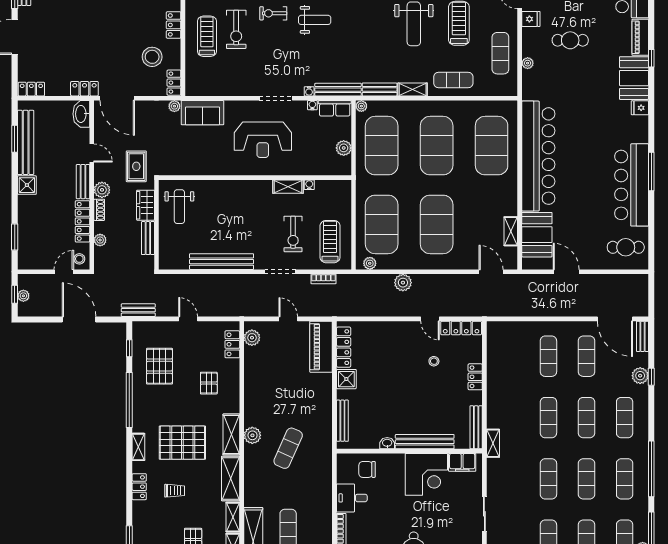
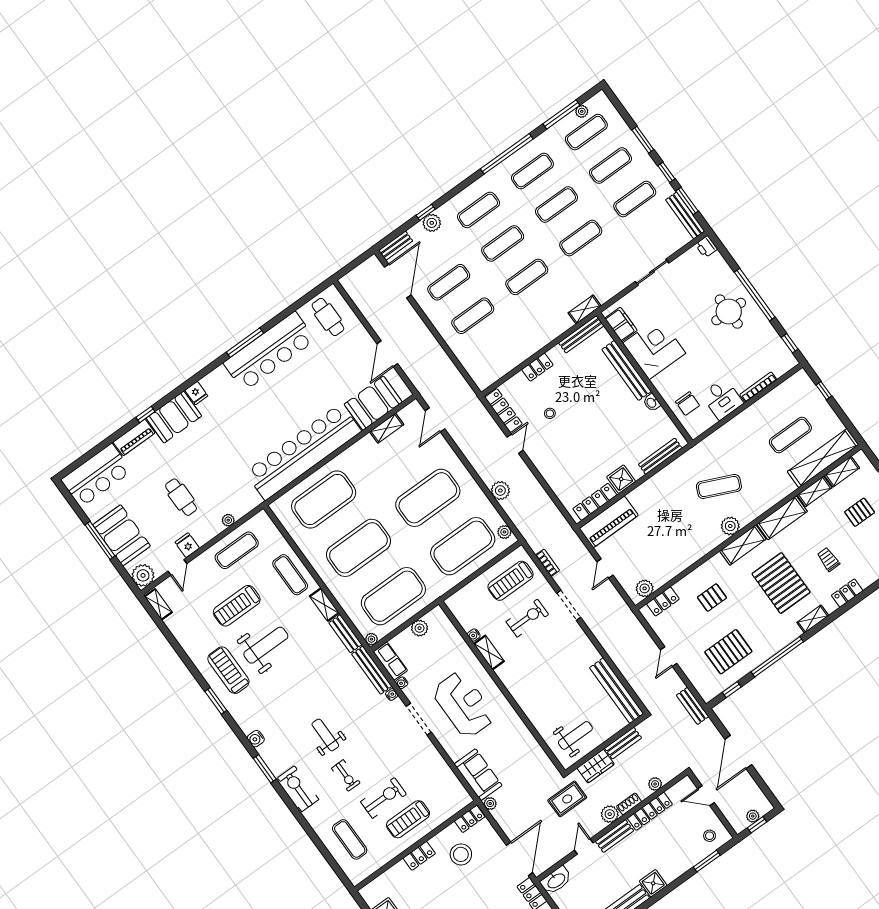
stool: (79, 259) -> (710, 836), moved
bench: (222, 262) -> (617, 691), moved

